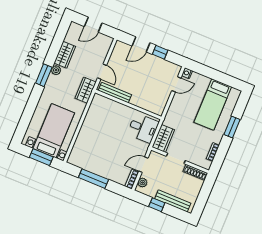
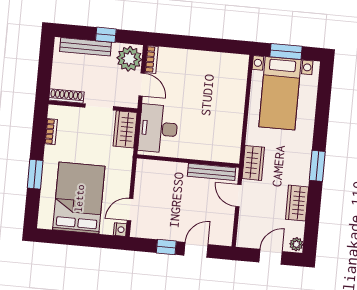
plant: (56, 70) -> (296, 244), moved
bed: (213, 105) -> (79, 198), width x1.50
desk: (143, 128) -> (158, 129), width x1.37
door: (143, 165) -> (142, 84), hinge flipped
window: (93, 179) -> (205, 44), removed
plant: (142, 183) -> (129, 59), width x1.88, depth x1.88

